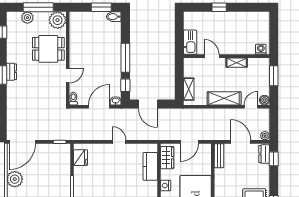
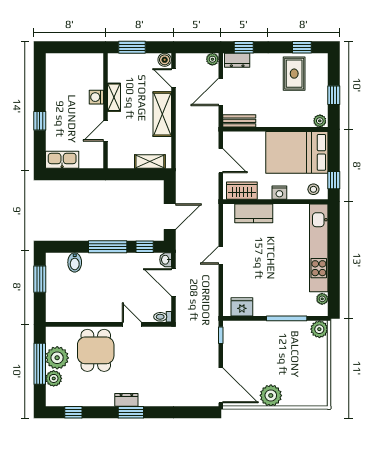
bidet: (114, 17) -> (75, 262), moved
plant: (58, 20) -> (57, 358), moved
kitchen sink: (190, 42) -> (62, 160), moved
washing machine: (261, 49) -> (96, 97), moved

